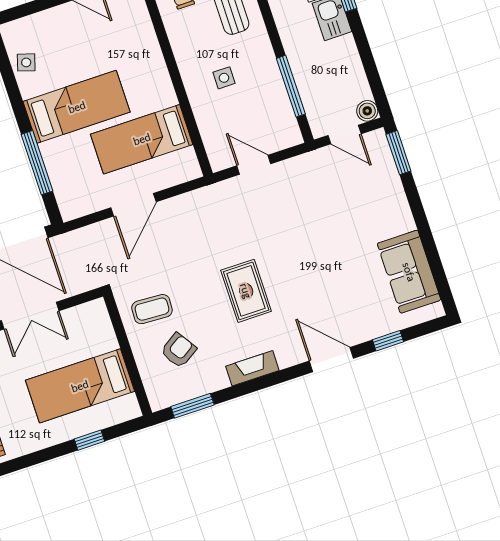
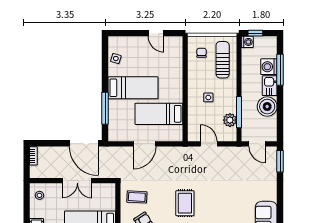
plant: (279, 107) -> (230, 120), added
boiler: (367, 111) -> (267, 107), moved, width x1.86, depth x1.86

